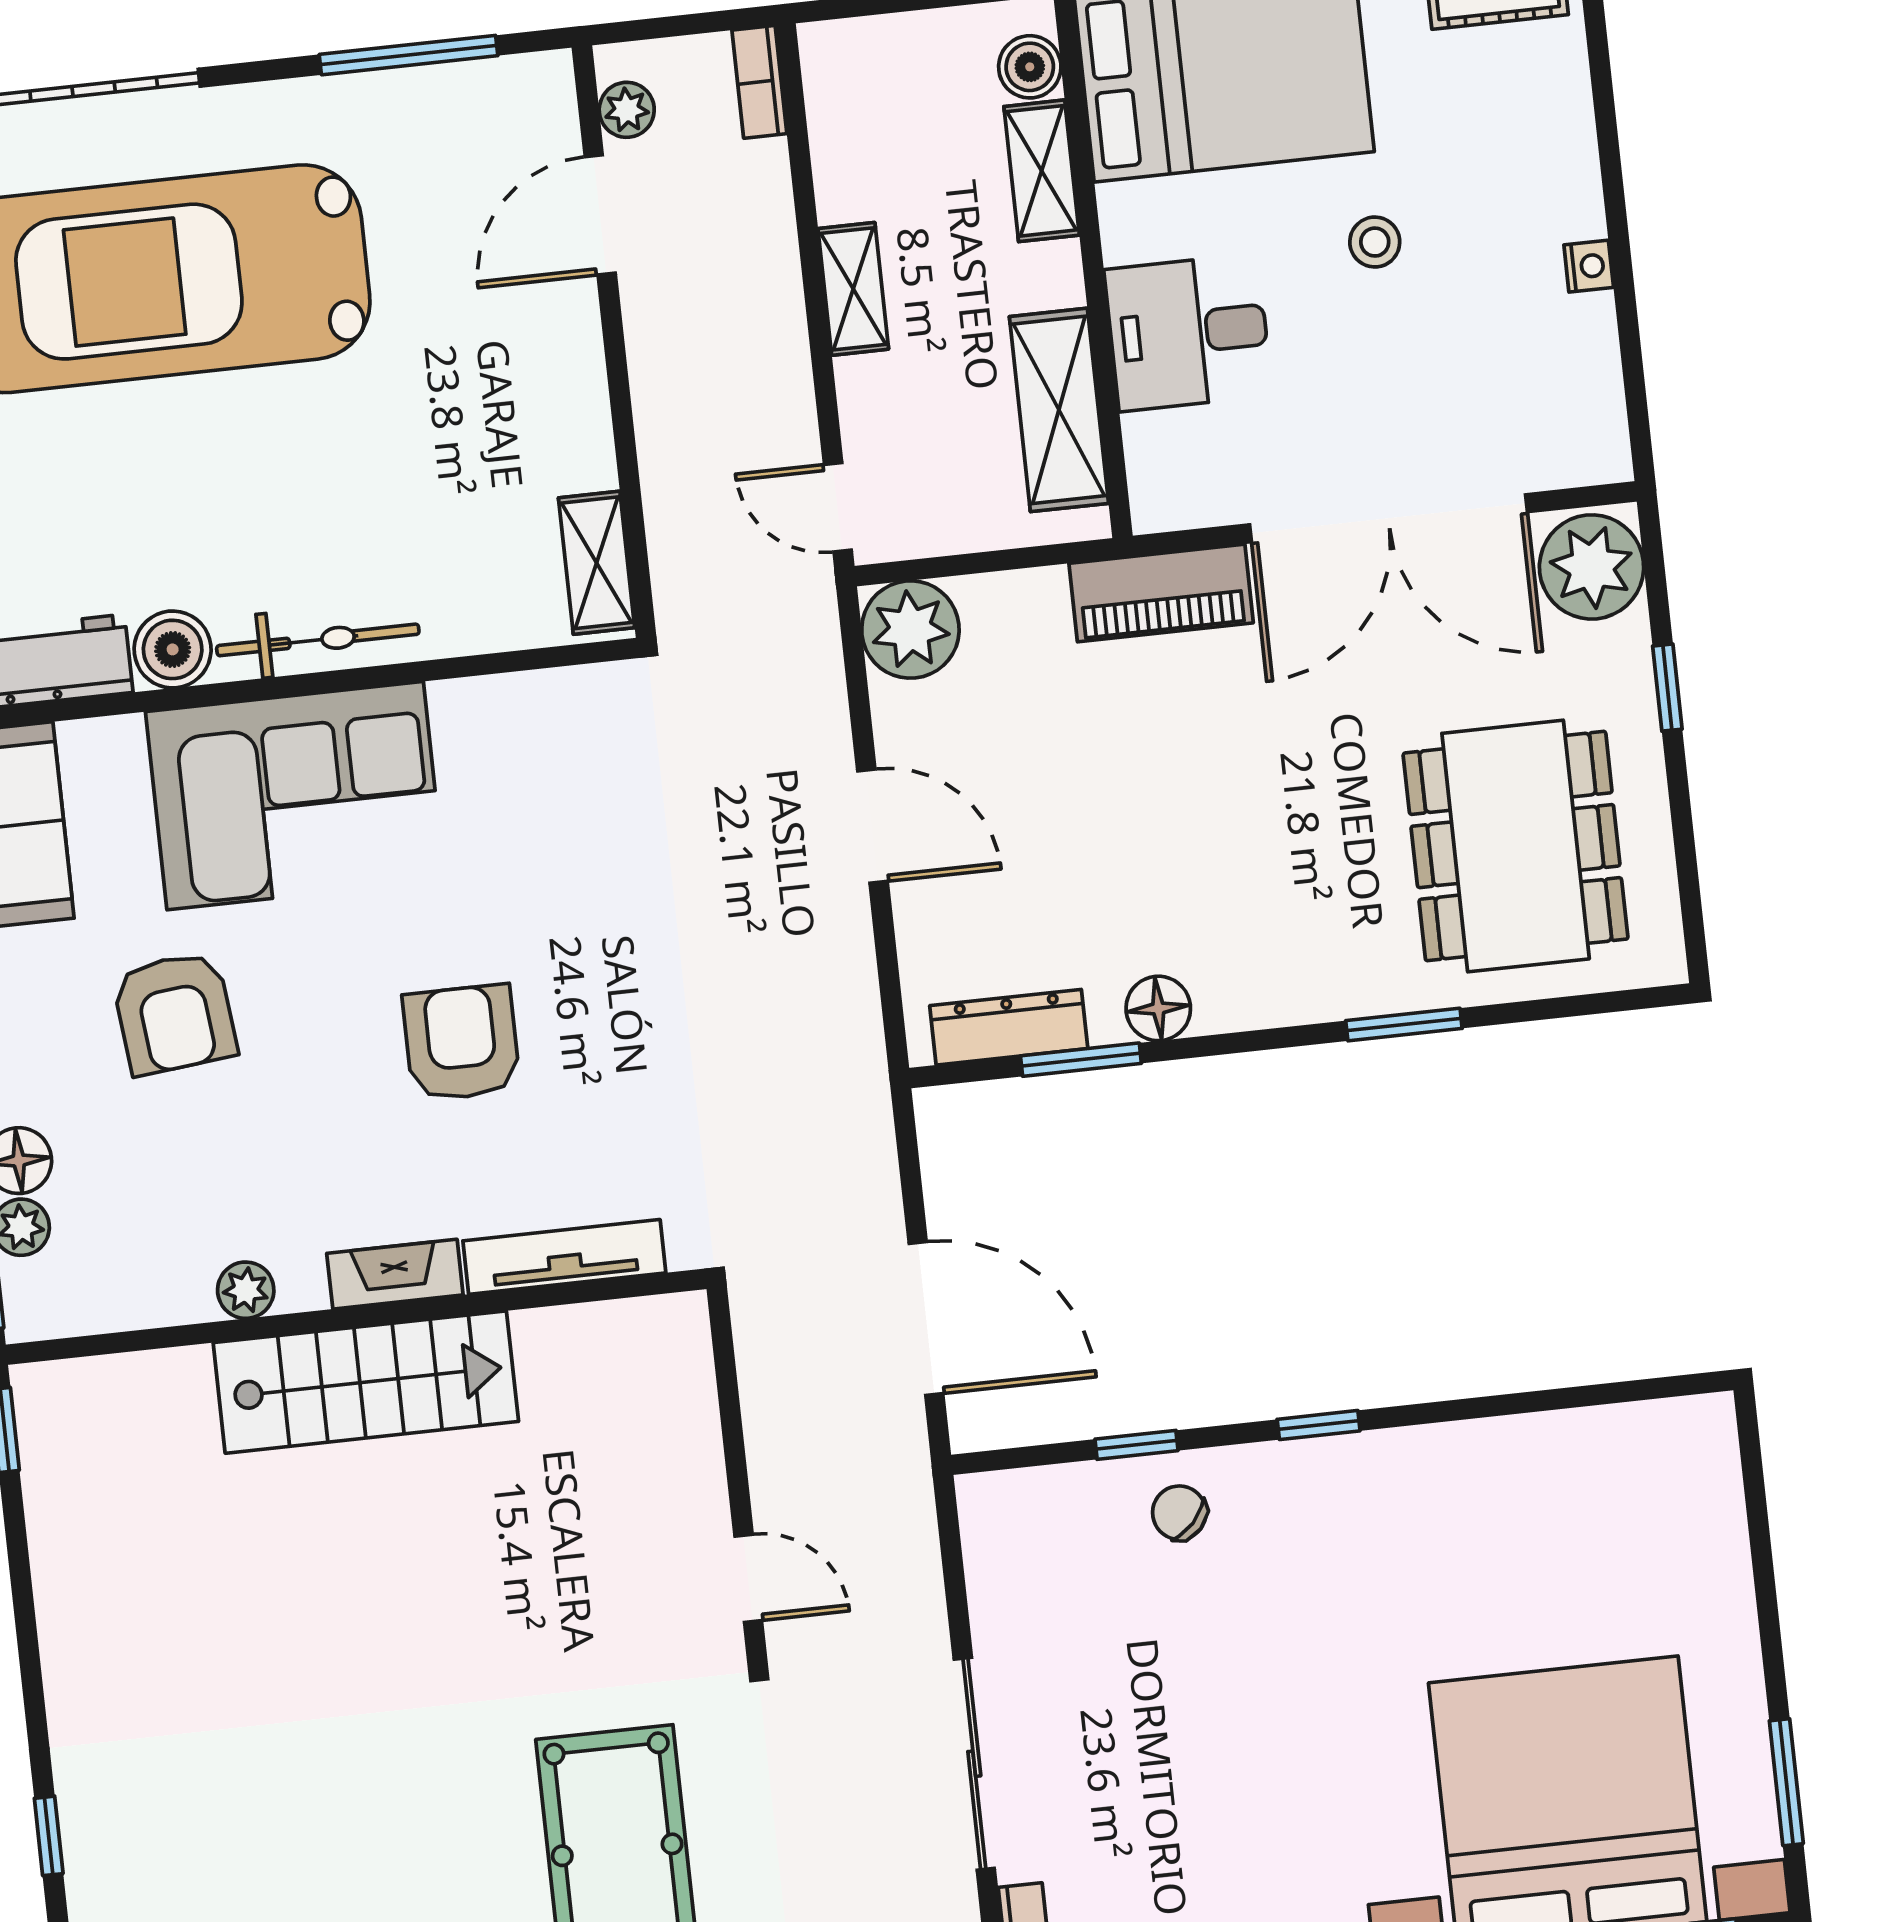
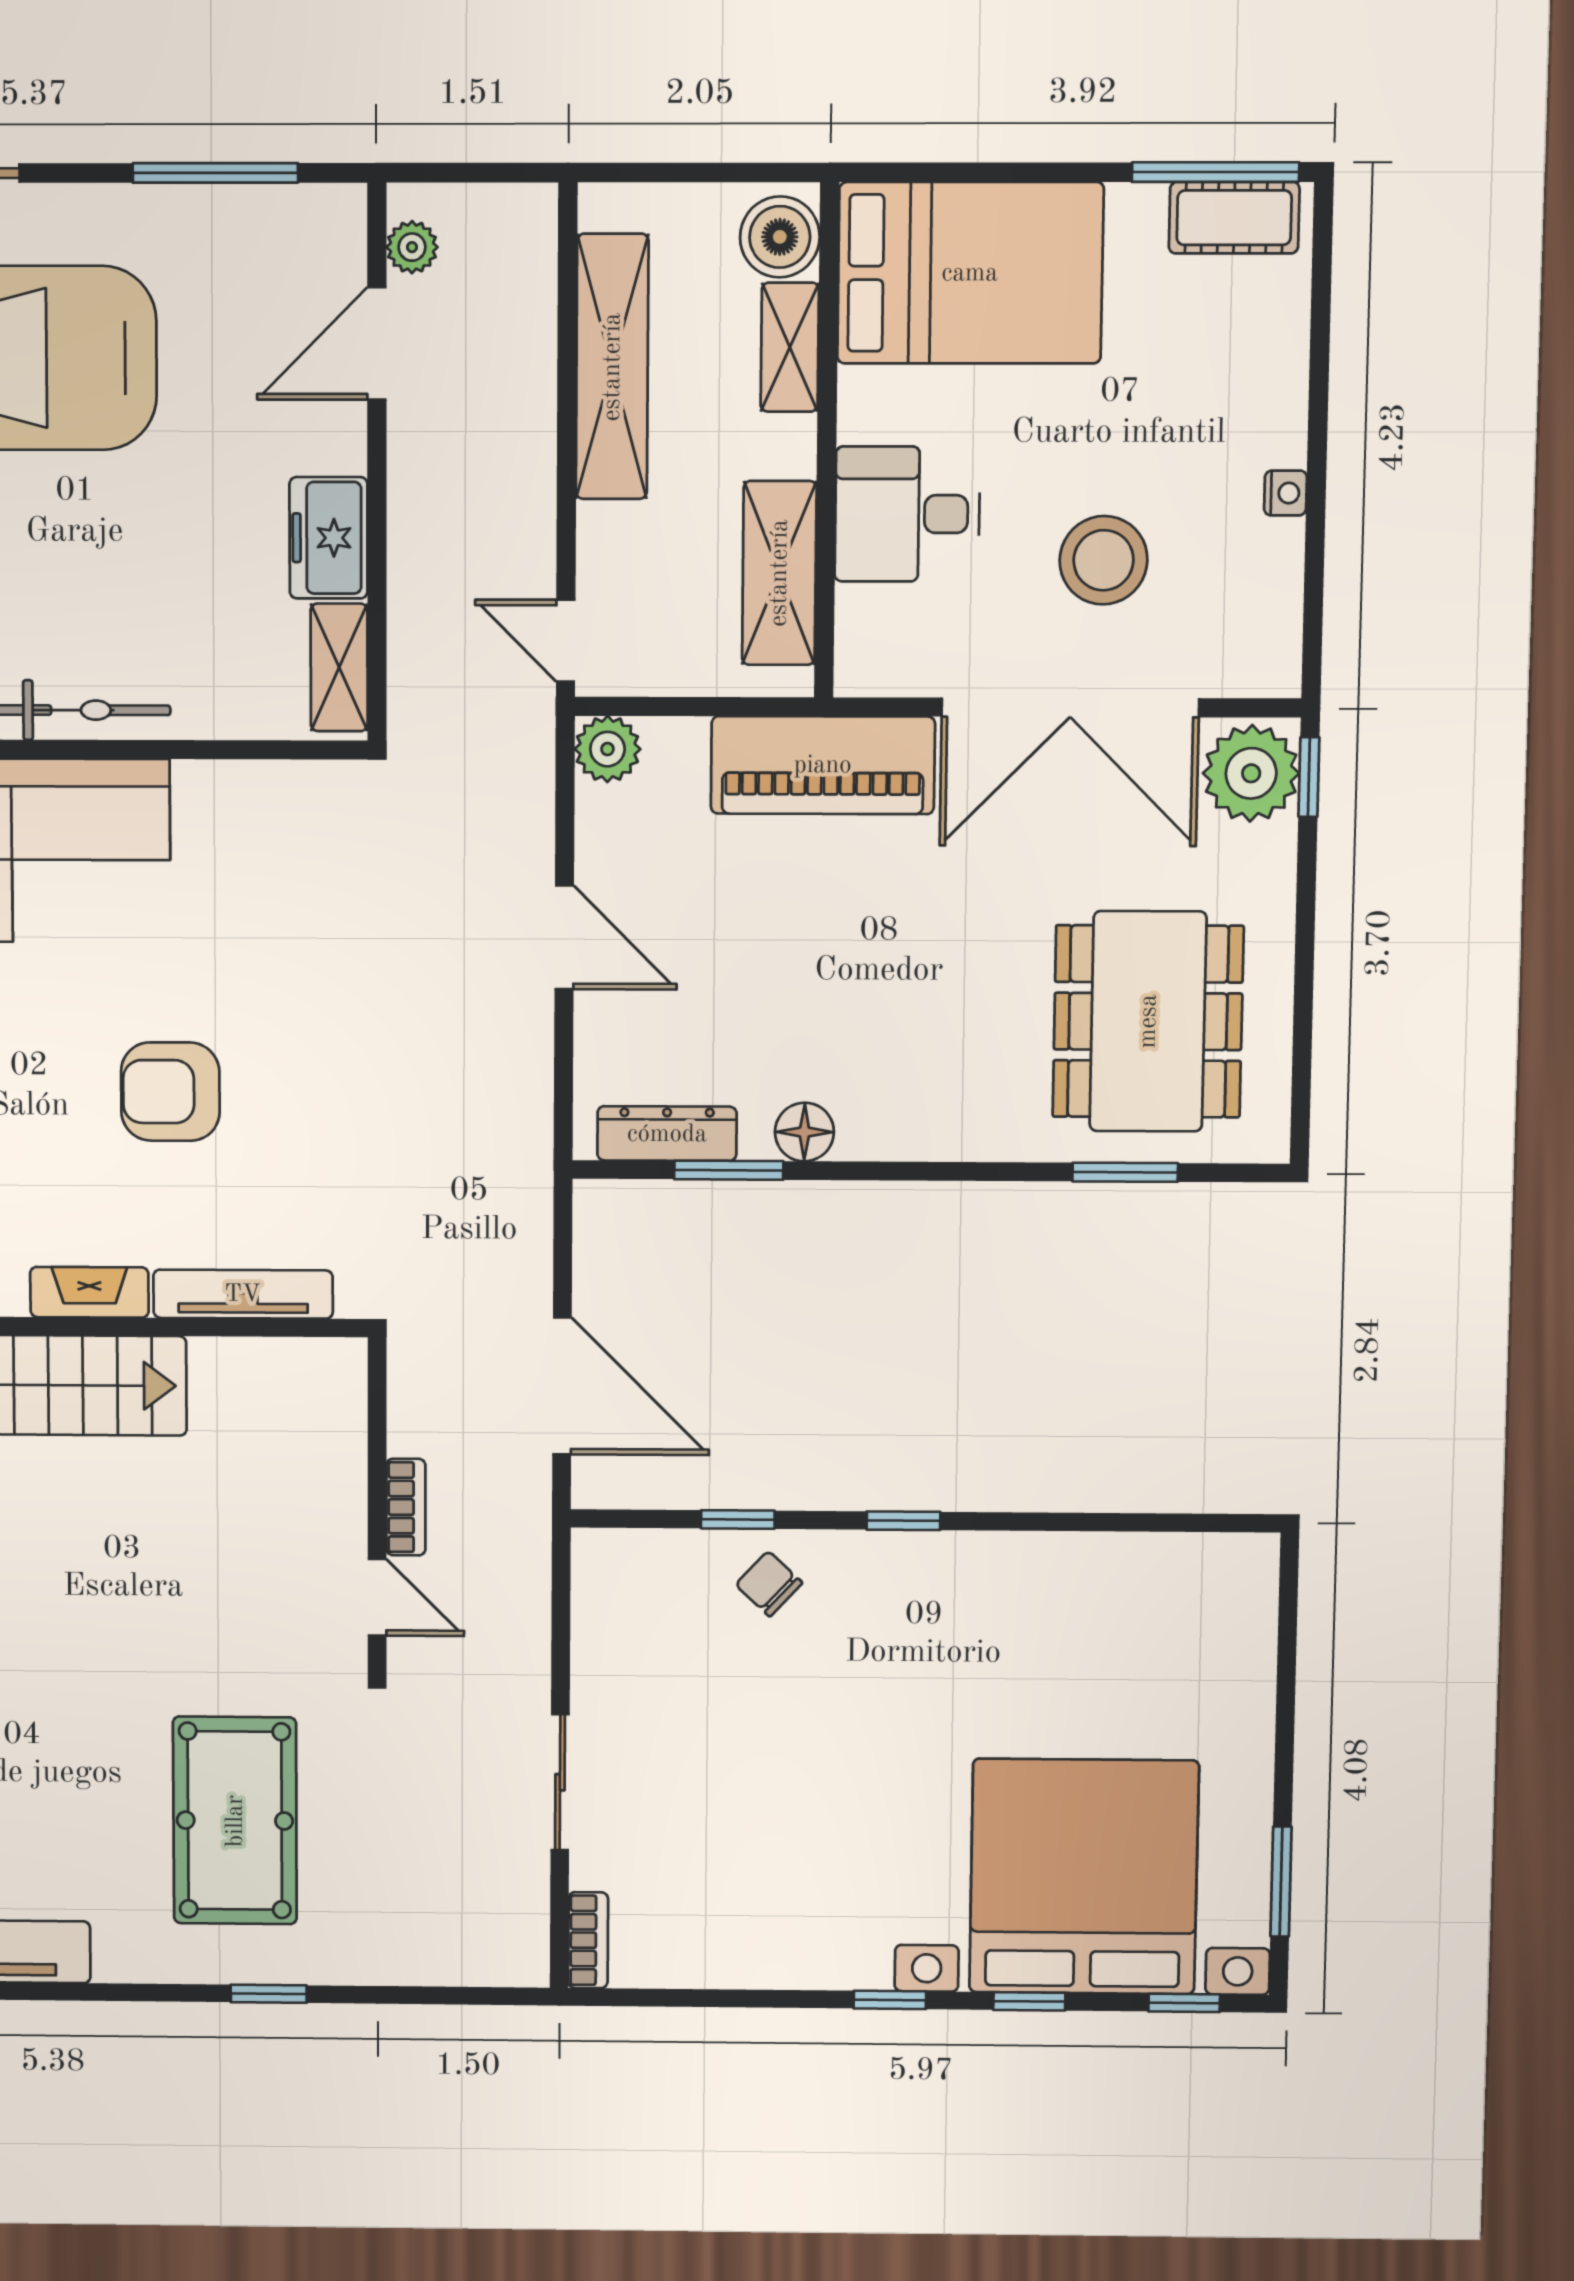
boiler: (1030, 67) -> (780, 237), width x1.36, depth x1.36
bookcase: (759, 82) -> (406, 1507), moved, turned 180
stool: (1375, 242) -> (1104, 560), moved, width x1.89, depth x1.89
shelving: (853, 289) -> (612, 367), width x2.20, depth x1.33
freezer: (570, 426) -> (329, 538), added
piano: (1161, 593) -> (823, 765), width x1.37, depth x1.33
plant: (910, 630) -> (607, 749), width x0.73, depth x0.73
window: (1667, 688) -> (1309, 777), moved
window: (1404, 1025) -> (1125, 1172), moved
armchair: (461, 1043) -> (170, 1092), turned -90
sliding door: (974, 1764) -> (560, 1782), width x0.73

